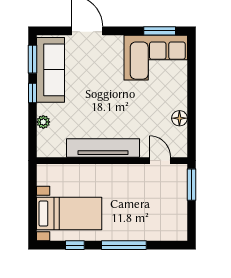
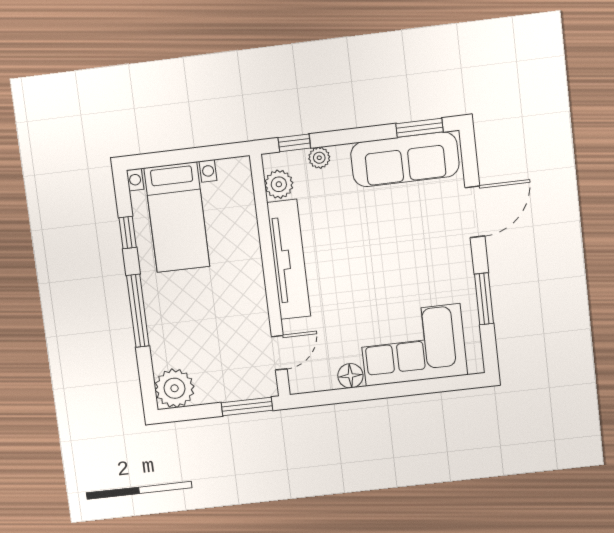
window: (160, 31) -> (484, 299), moved
corner sofa: (156, 58) -> (413, 345), moved, turned 90
window: (32, 93) -> (294, 143), moved
plant: (56, 148) -> (279, 184), added
plant: (175, 229) -> (175, 388), added

